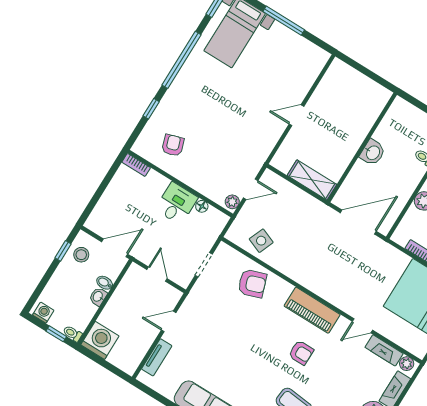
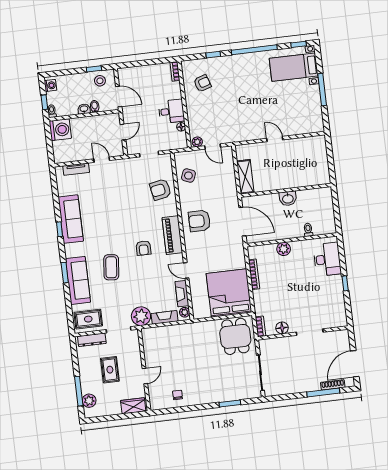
armchair: (320, 268) -> (199, 221), added
armchair: (252, 283) -> (160, 190), turned 98

